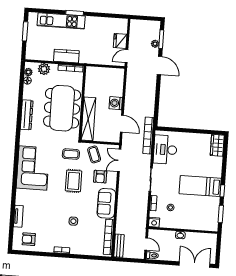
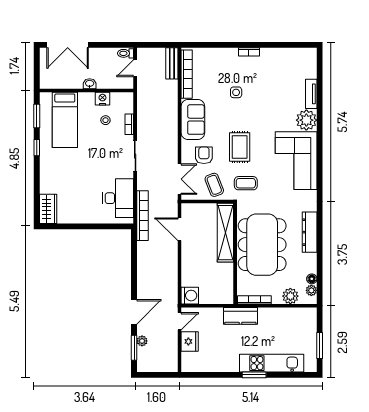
kitchen counter: (66, 56) -> (240, 316), moved
door: (159, 65) -> (134, 312), swing flipped
washing machine: (116, 103) -> (190, 296), moved
bed: (200, 186) -> (65, 120), moved, turned 90
plant: (23, 197) -> (306, 120), added
nightstand: (154, 222) -> (102, 99), moved
armchair: (29, 239) -> (295, 64), removed
door: (146, 244) -> (135, 68), hinge flipped

